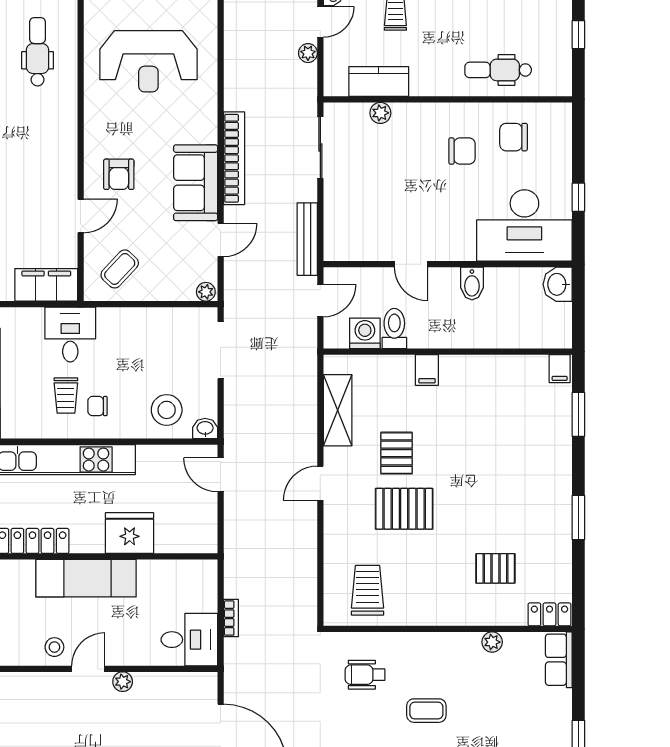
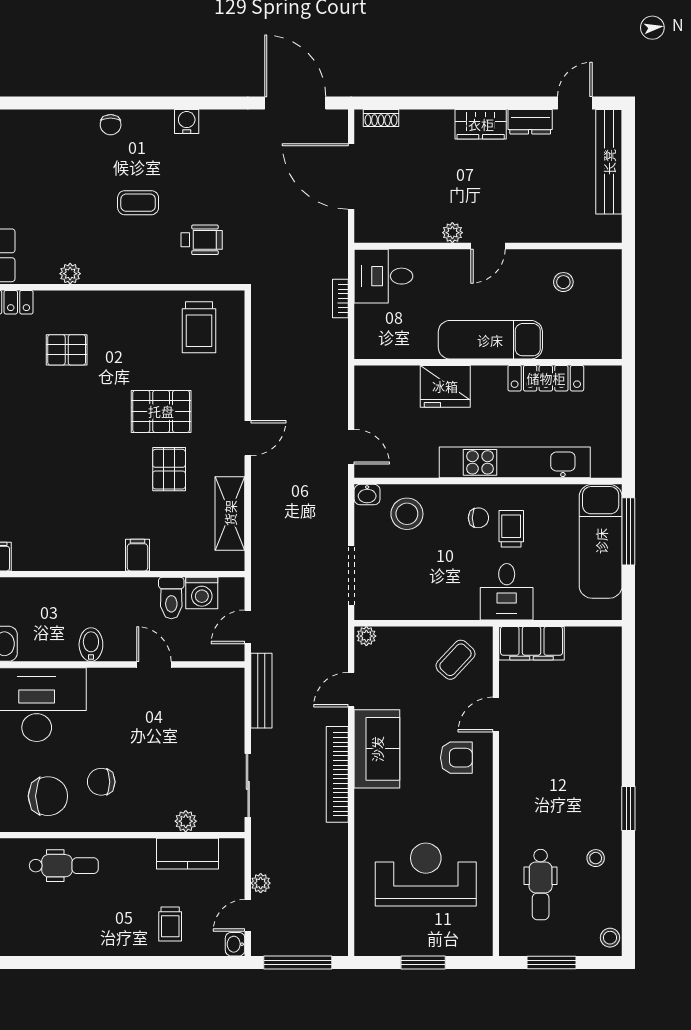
chair: (513, 137) -> (48, 796), width x1.37, depth x1.37
armchair: (119, 174) -> (456, 758), turned 90
stool: (54, 647) -> (563, 282), moved

